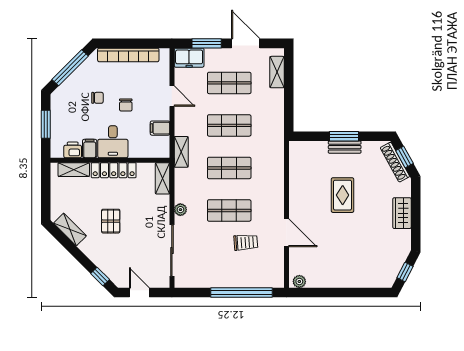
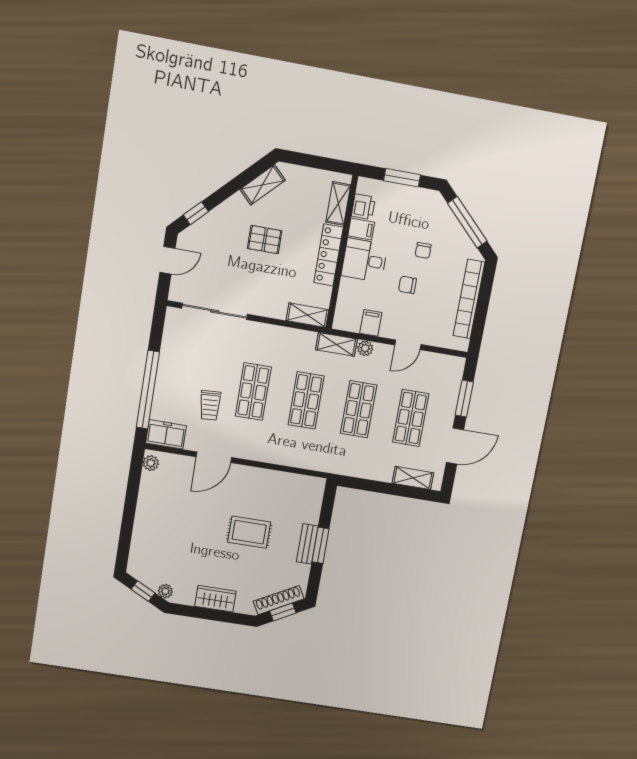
freezer: (189, 58) -> (166, 434), moved, turned 90
plant: (180, 210) -> (365, 348), moved
plant: (402, 254) -> (165, 591), added

